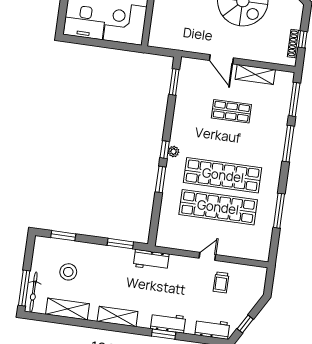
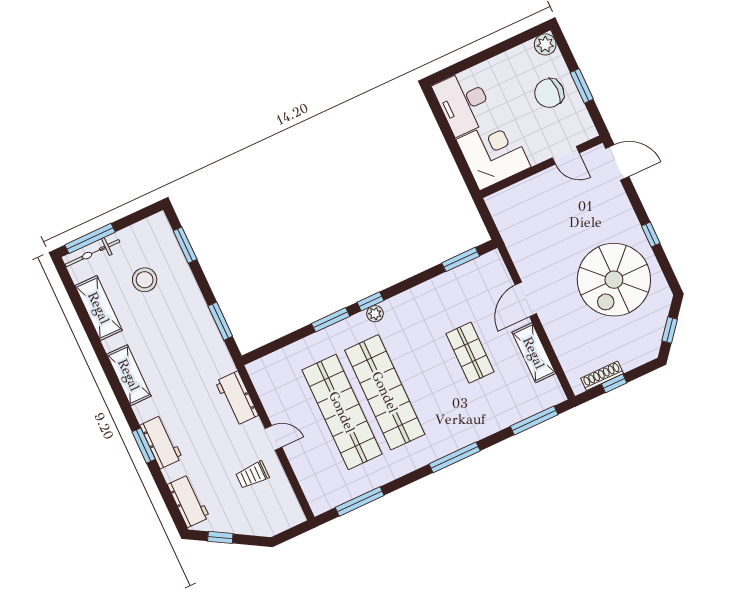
window: (288, 144) -> (455, 457), moved
window: (279, 211) -> (360, 501), moved
workbench: (151, 260) -> (237, 398), moved

